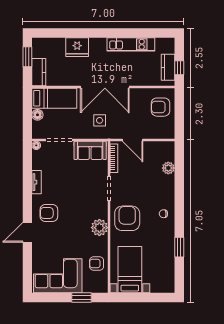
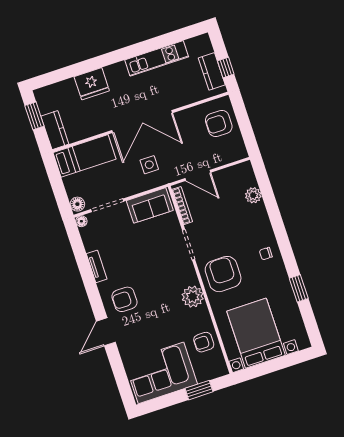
floor lamp: (37, 115) -> (77, 204), moved
bed with nightstands: (130, 270) -> (256, 333), width x1.36

